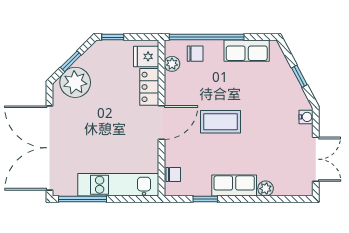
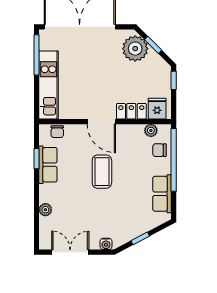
chair: (195, 54) -> (159, 150), turned 90
double door: (316, 159) -> (70, 252), swing flipped
row of seats: (234, 186) -> (48, 165), moved

